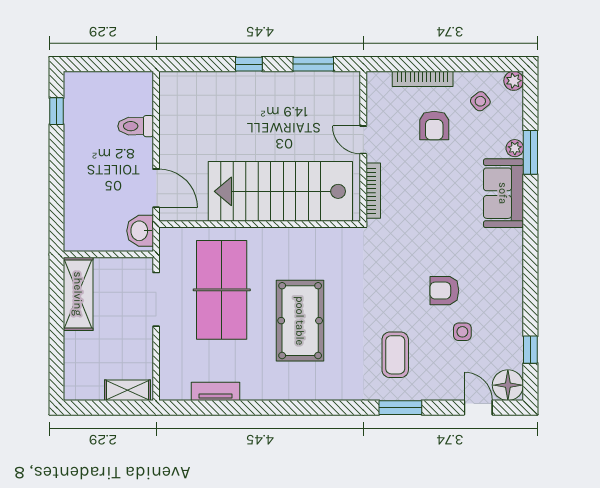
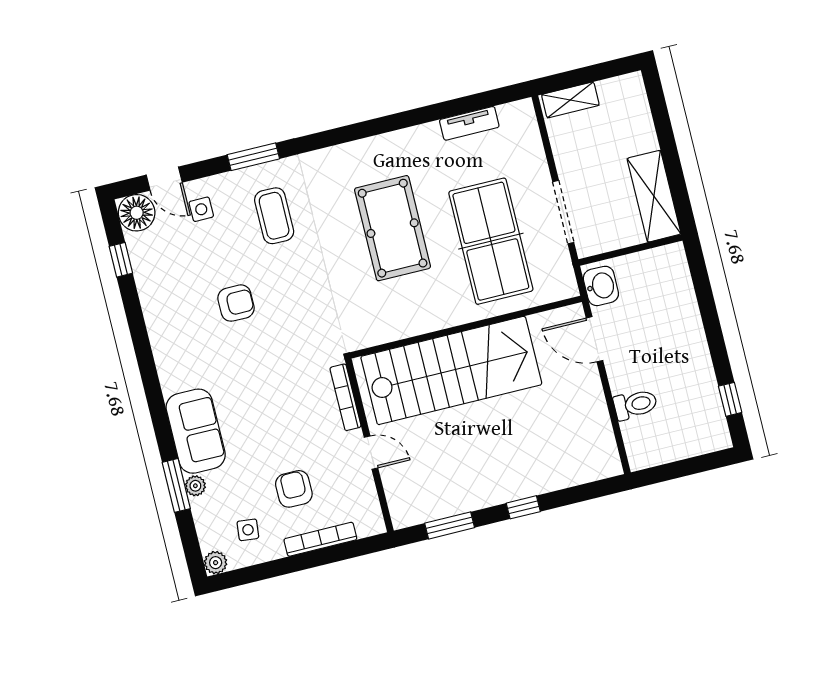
side table: (480, 101) -> (248, 530), turned 45
side table: (462, 332) -> (201, 209), moved

